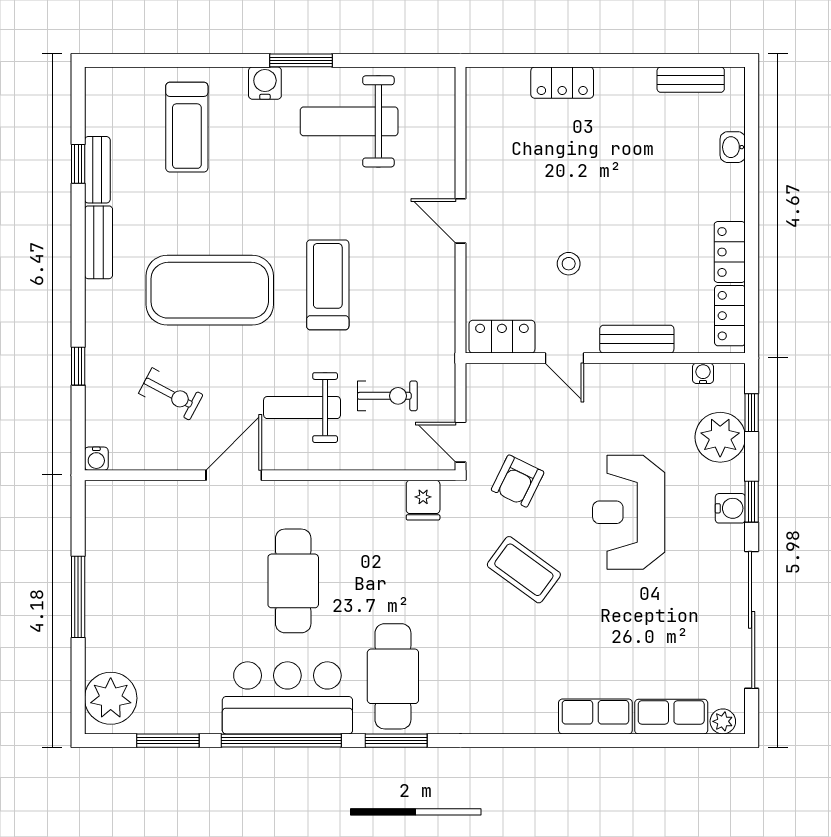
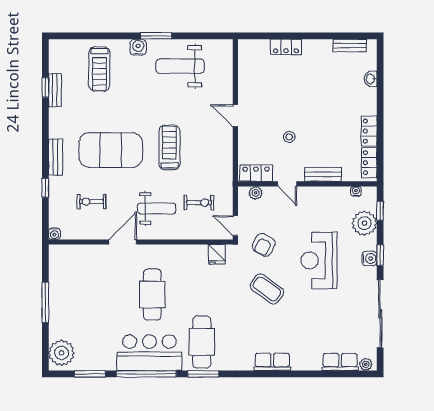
bench: (99, 242) -> (55, 157), moved
plant: (501, 376) -> (256, 193), added
exercise bike: (171, 394) -> (91, 202), turned 152
weight bench: (302, 408) -> (157, 208), turned 180
row of seats: (595, 716) -> (272, 362), moved

